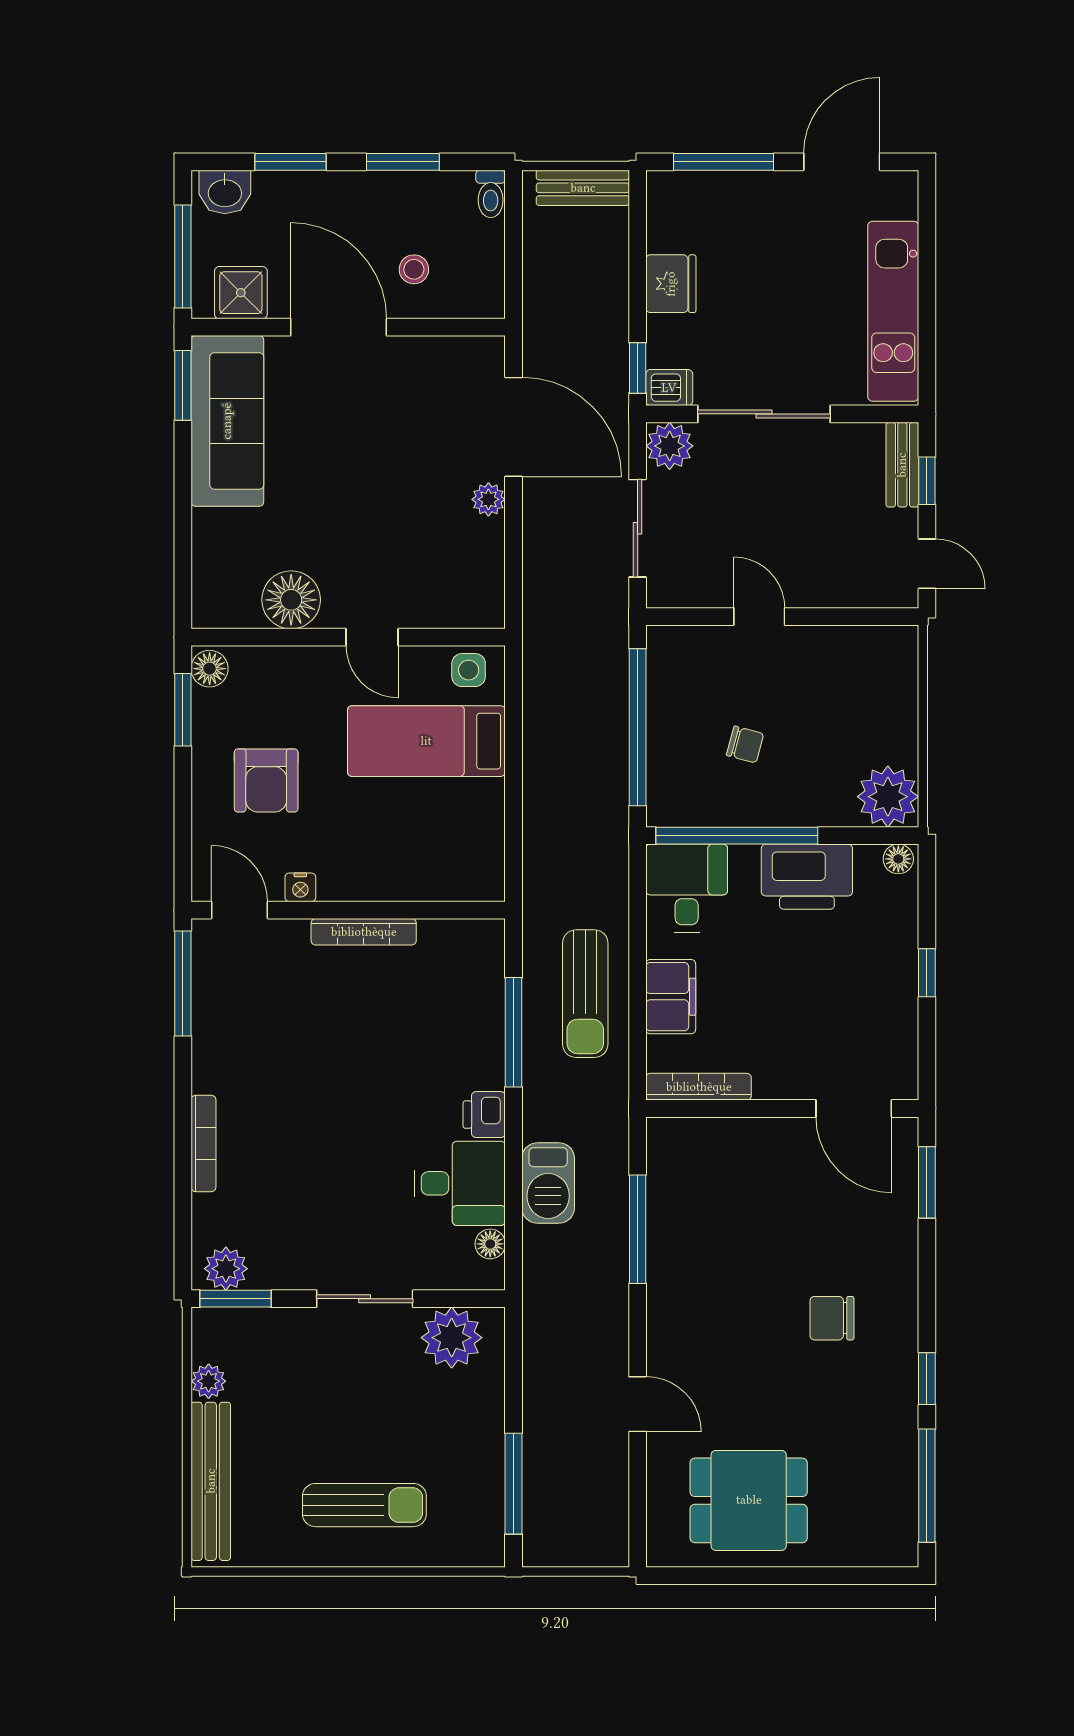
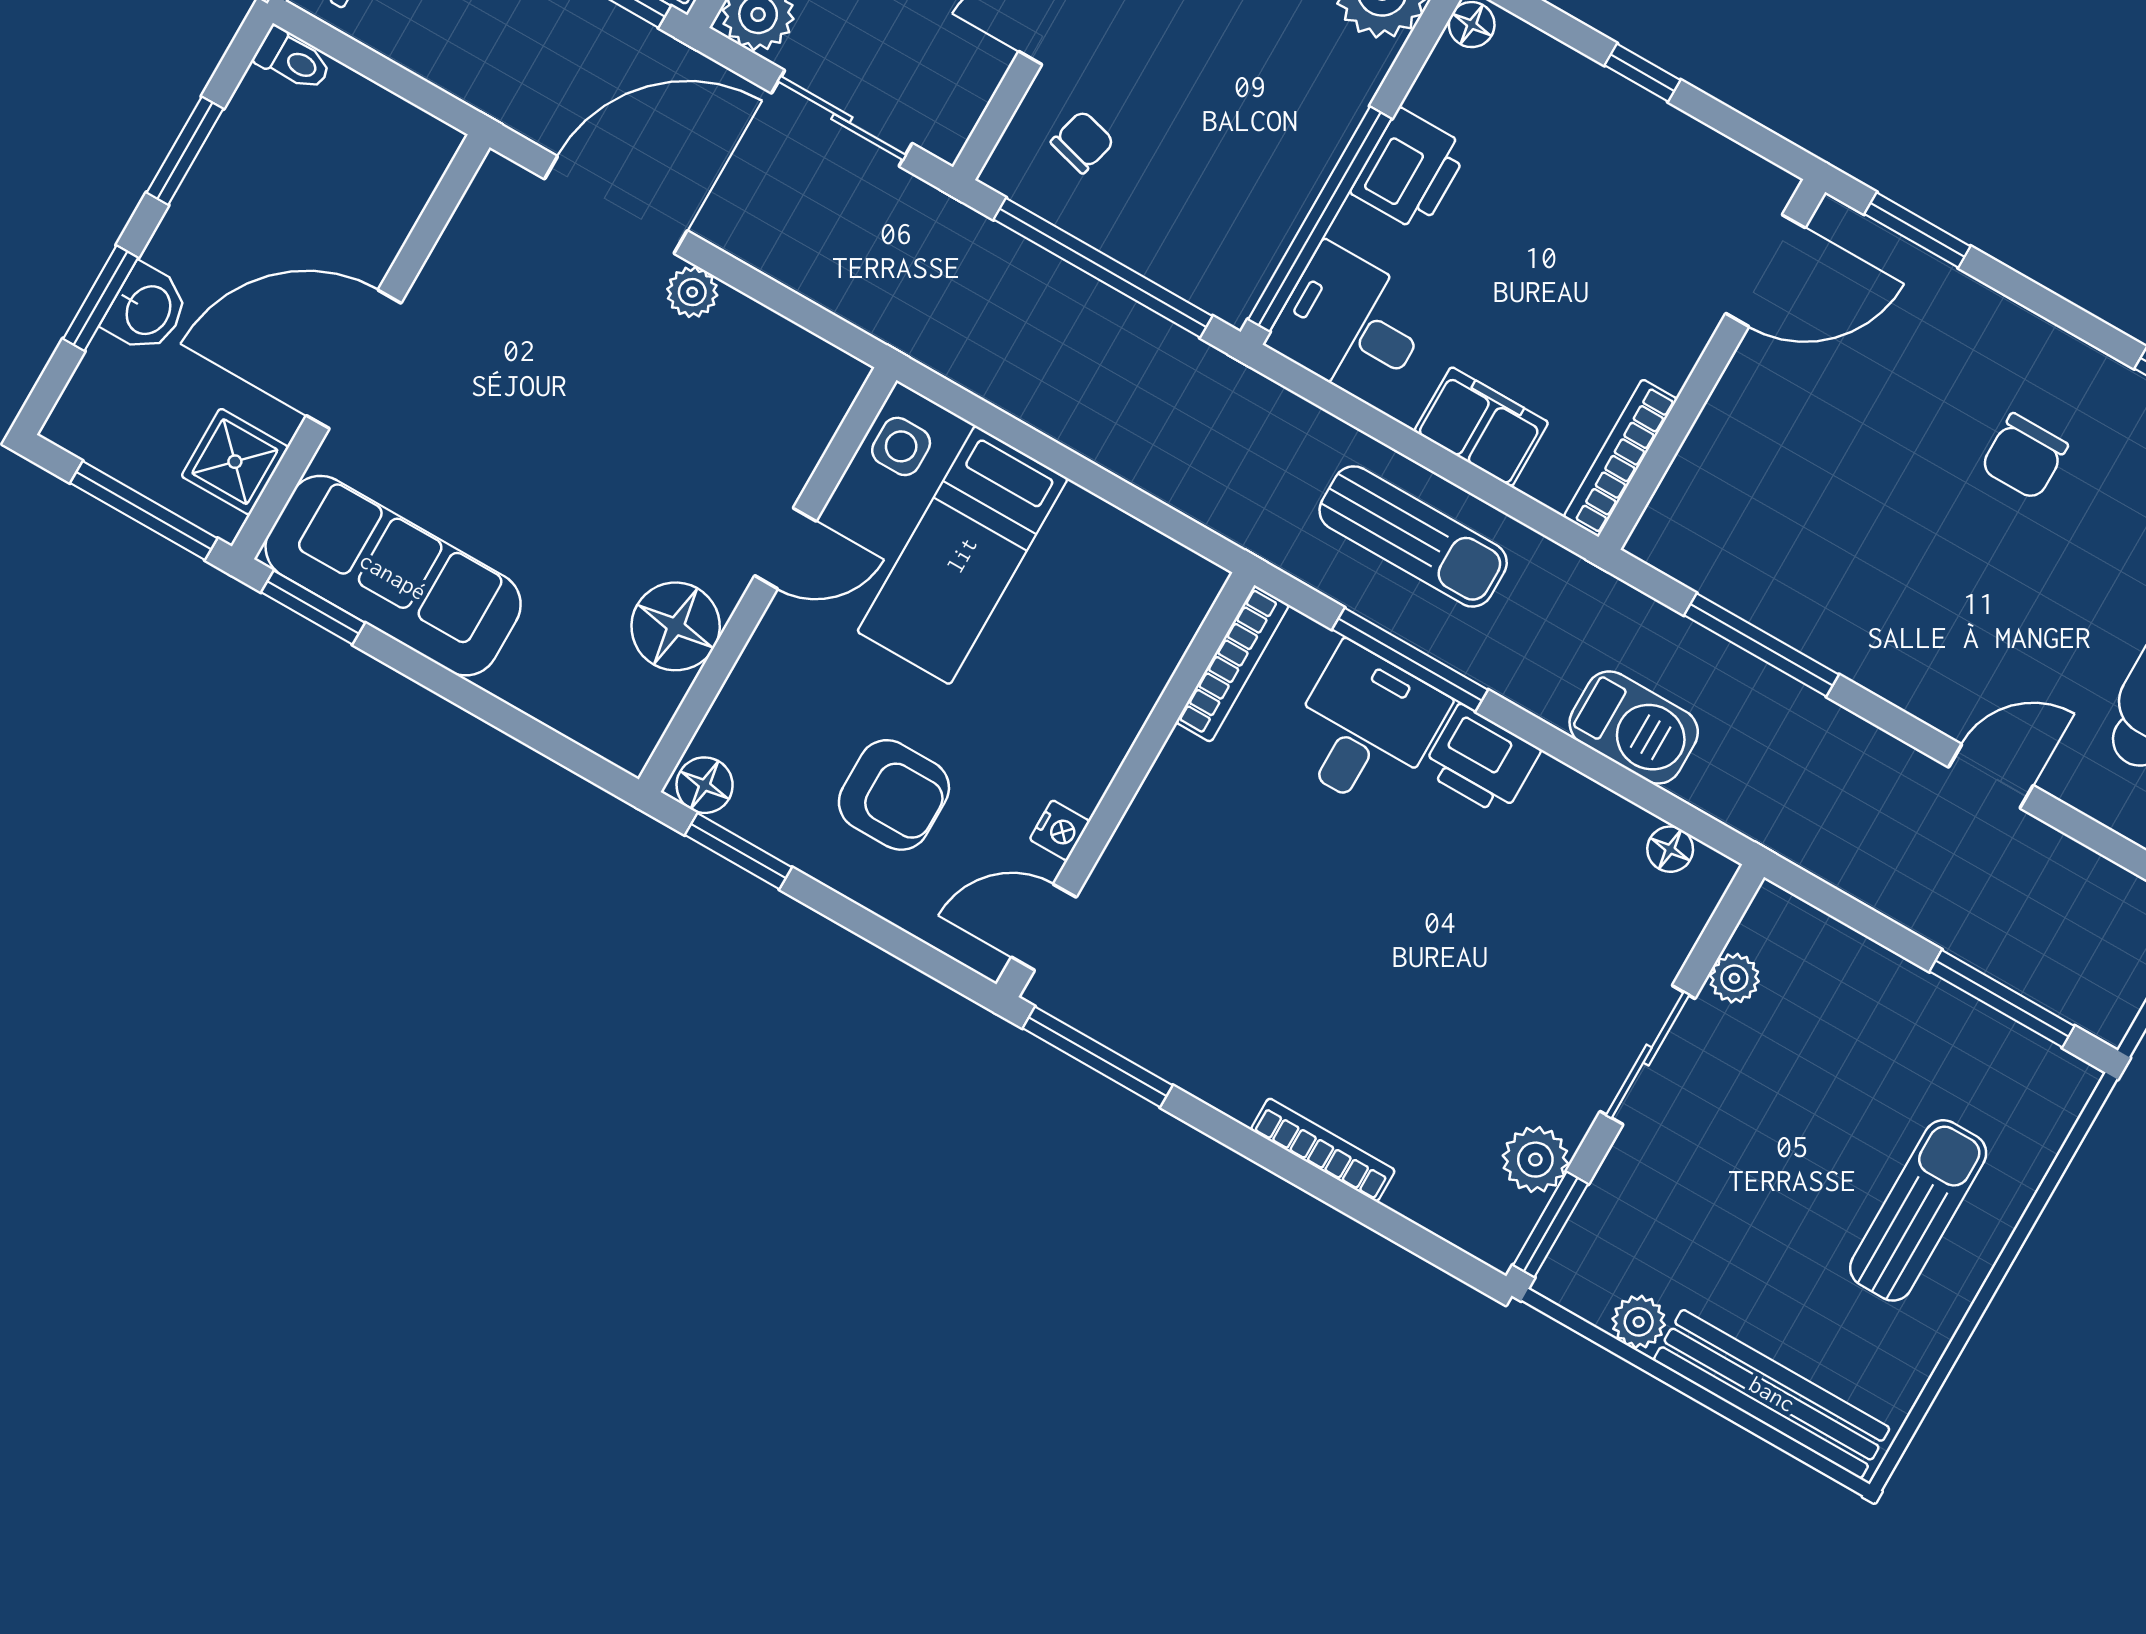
washbasin: (225, 192) -> (147, 309), moved
stool: (414, 269) -> (334, 217), removed
chair: (745, 744) -> (1083, 142), moved
printer: (807, 877) -> (1410, 170), width x0.73, depth x0.84
bookcase: (364, 932) -> (1233, 664), moved
printer: (484, 1115) -> (1481, 760), width x1.36, depth x1.24
desk: (460, 1183) -> (1365, 728), moved
plant: (226, 1269) -> (1535, 1160), moved
plant: (452, 1338) -> (1734, 978), width x0.53, depth x0.53

